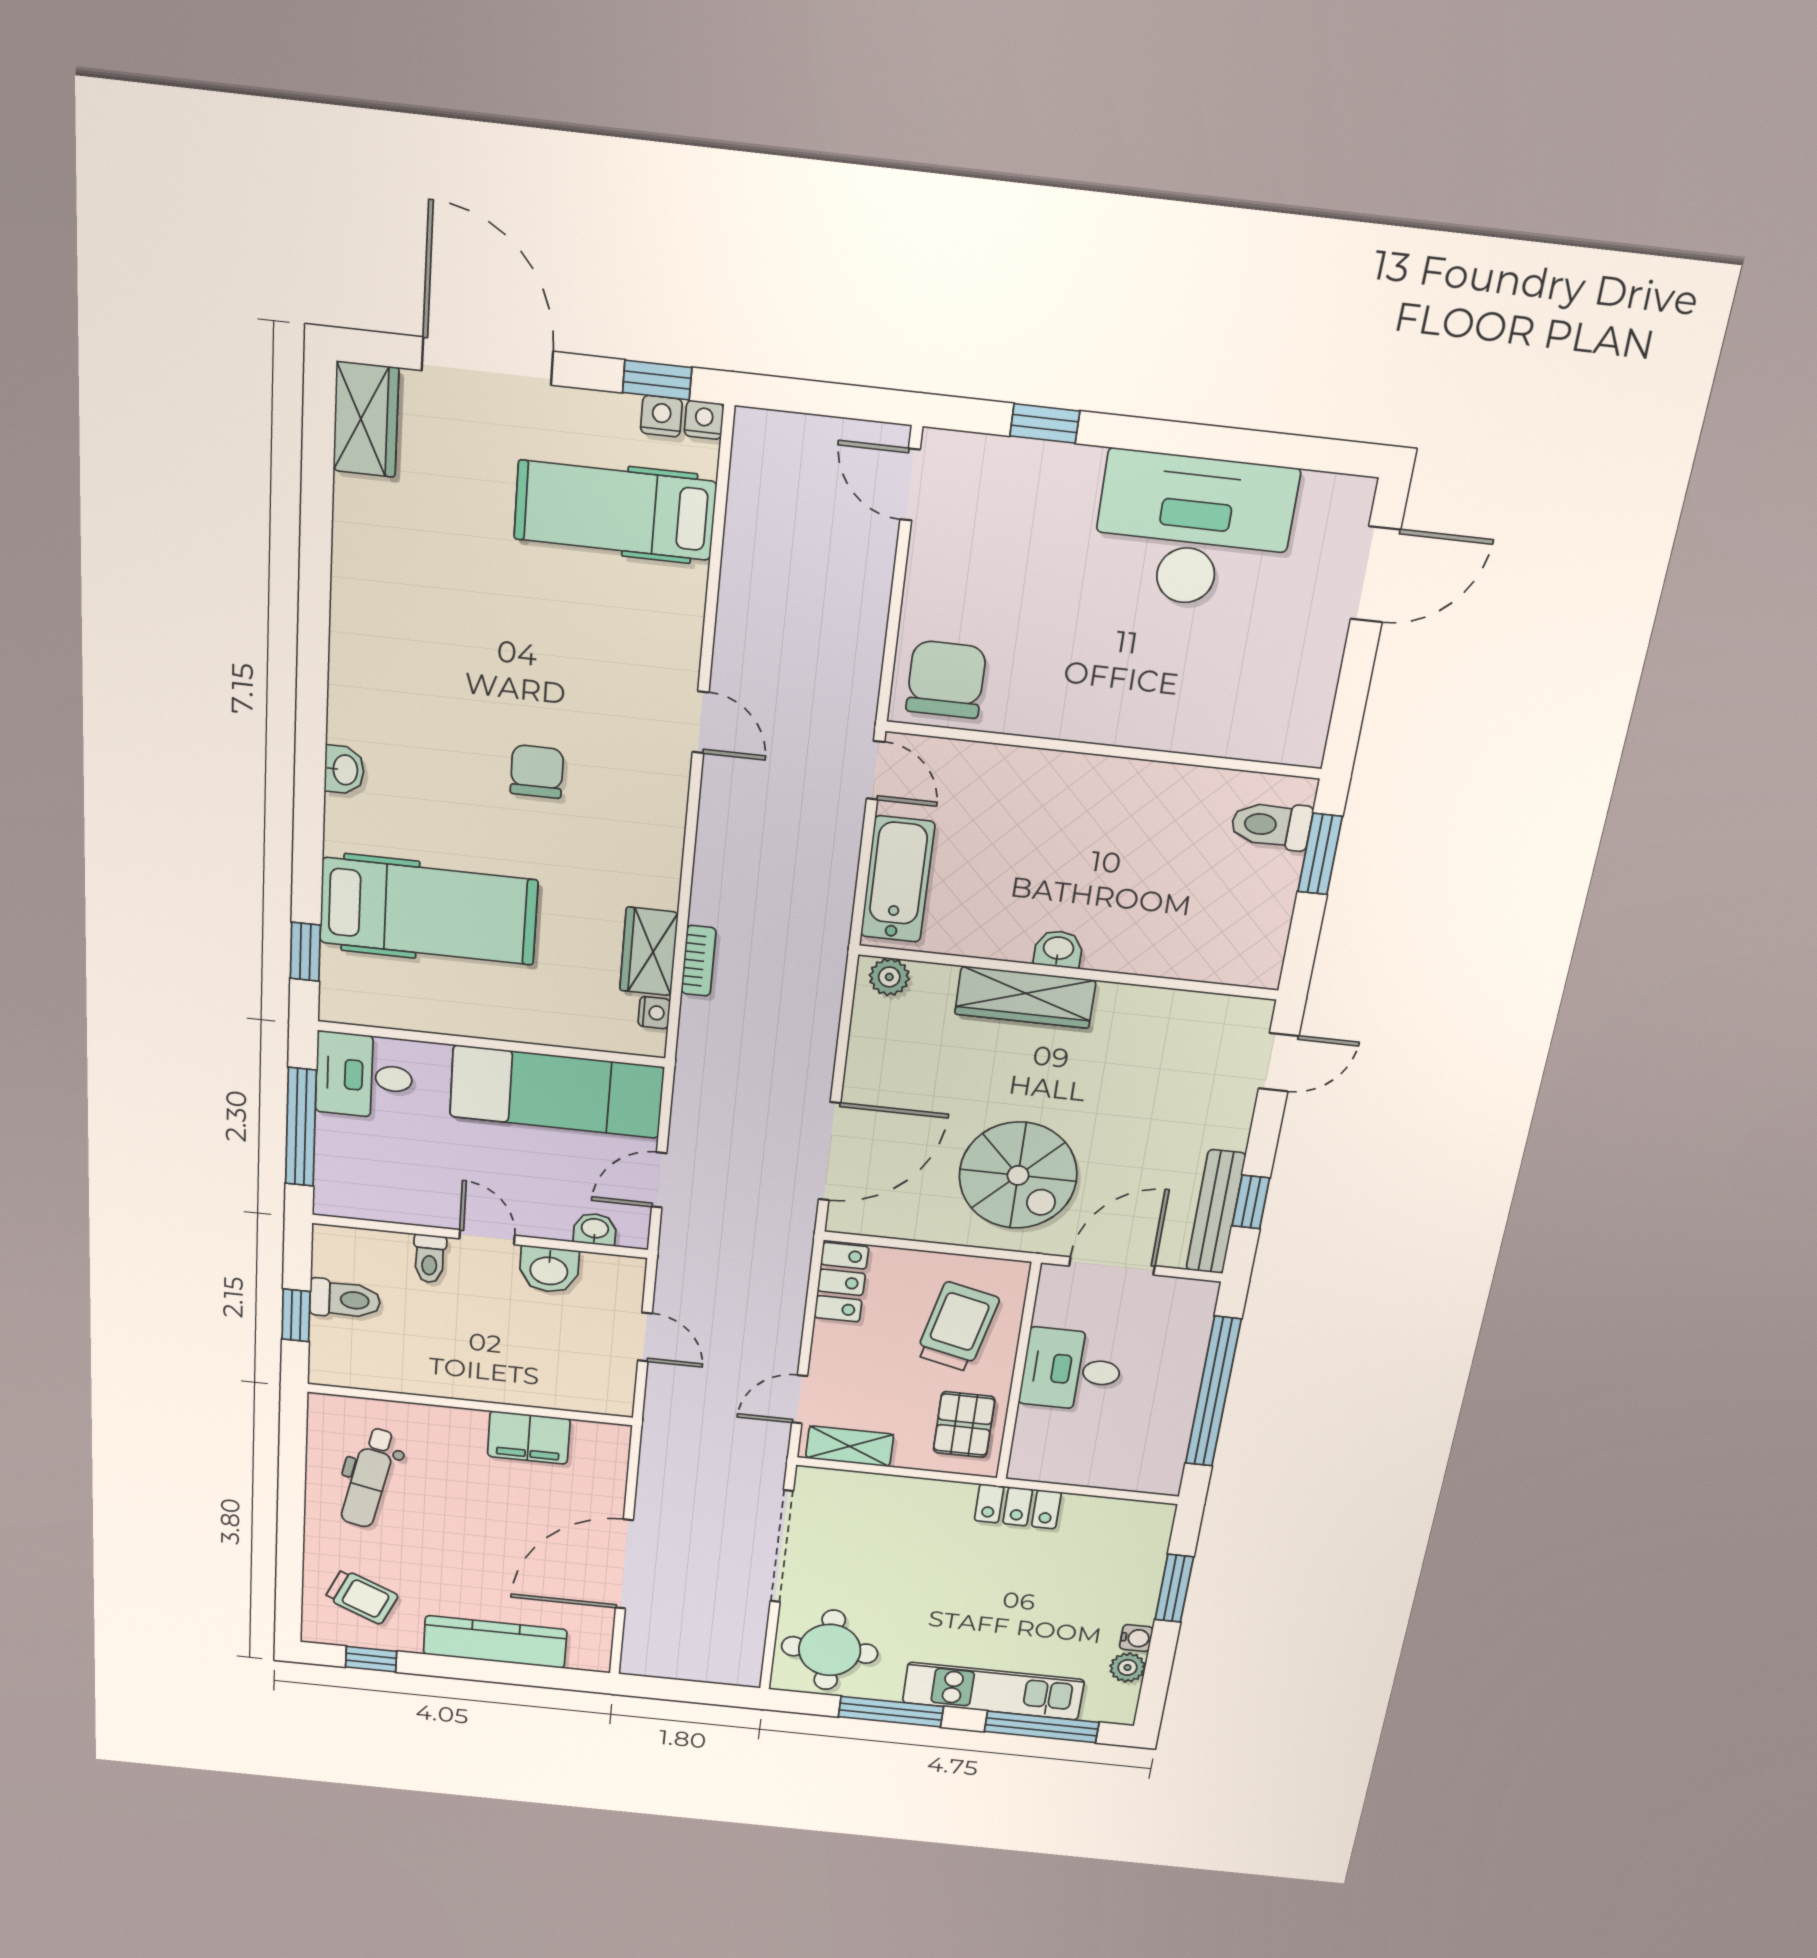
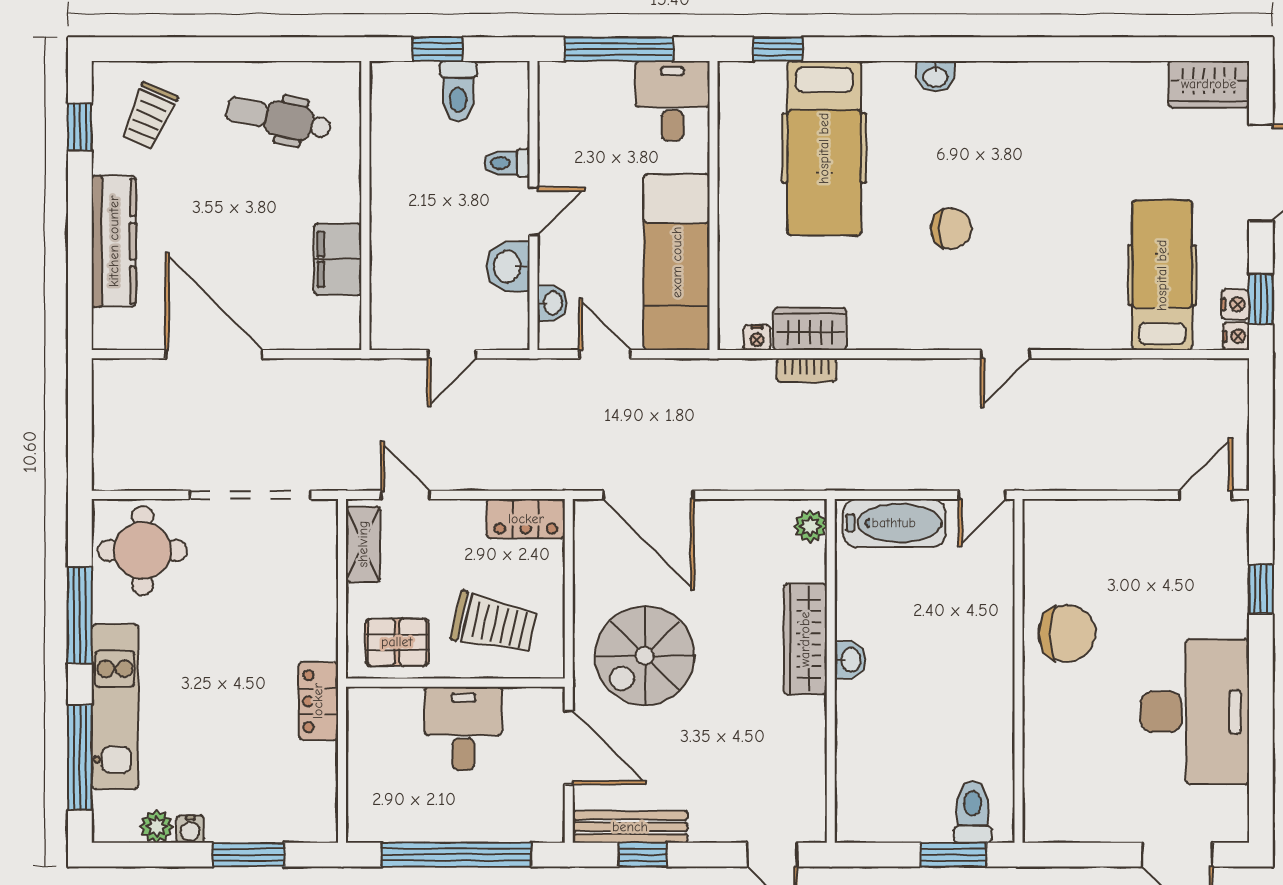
chair: (946, 679) -> (1067, 633), moved

